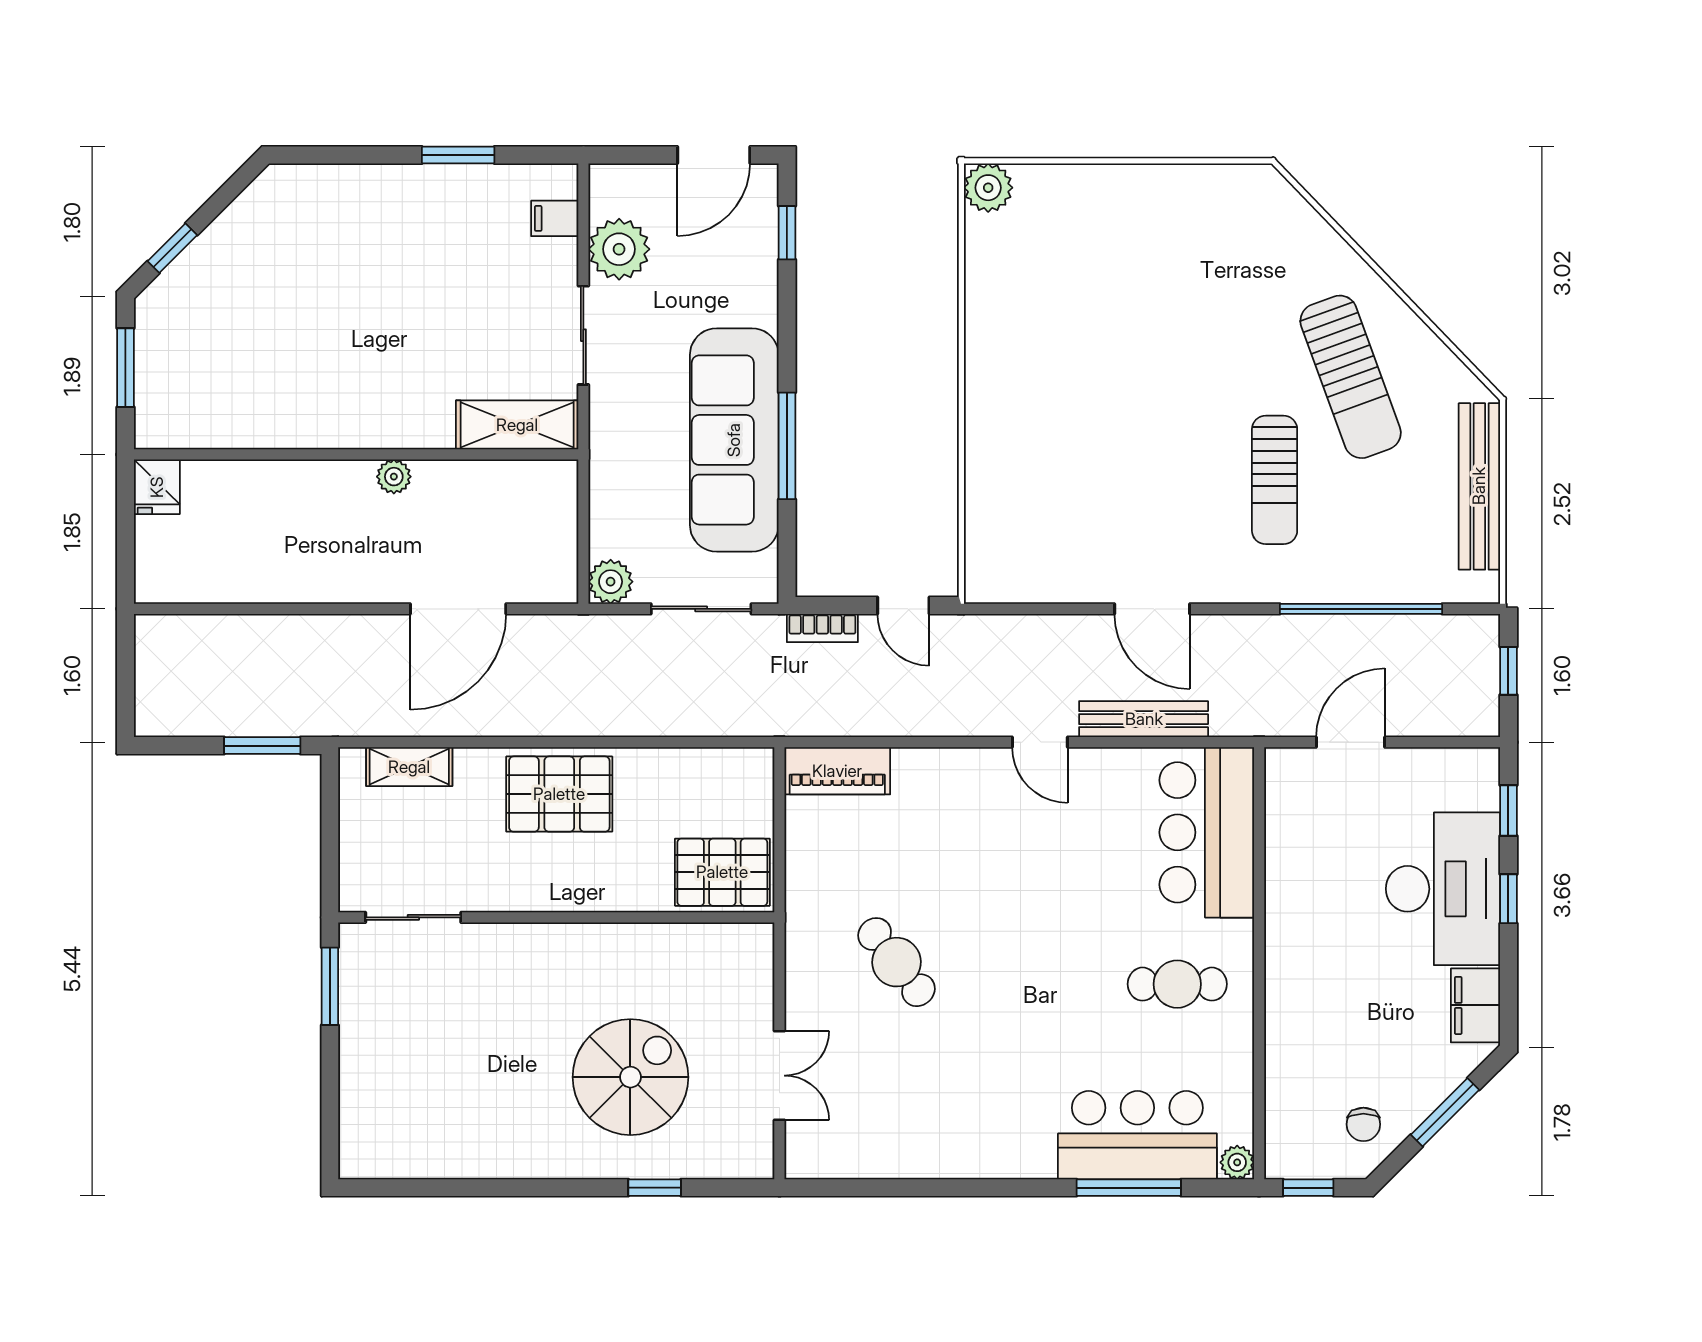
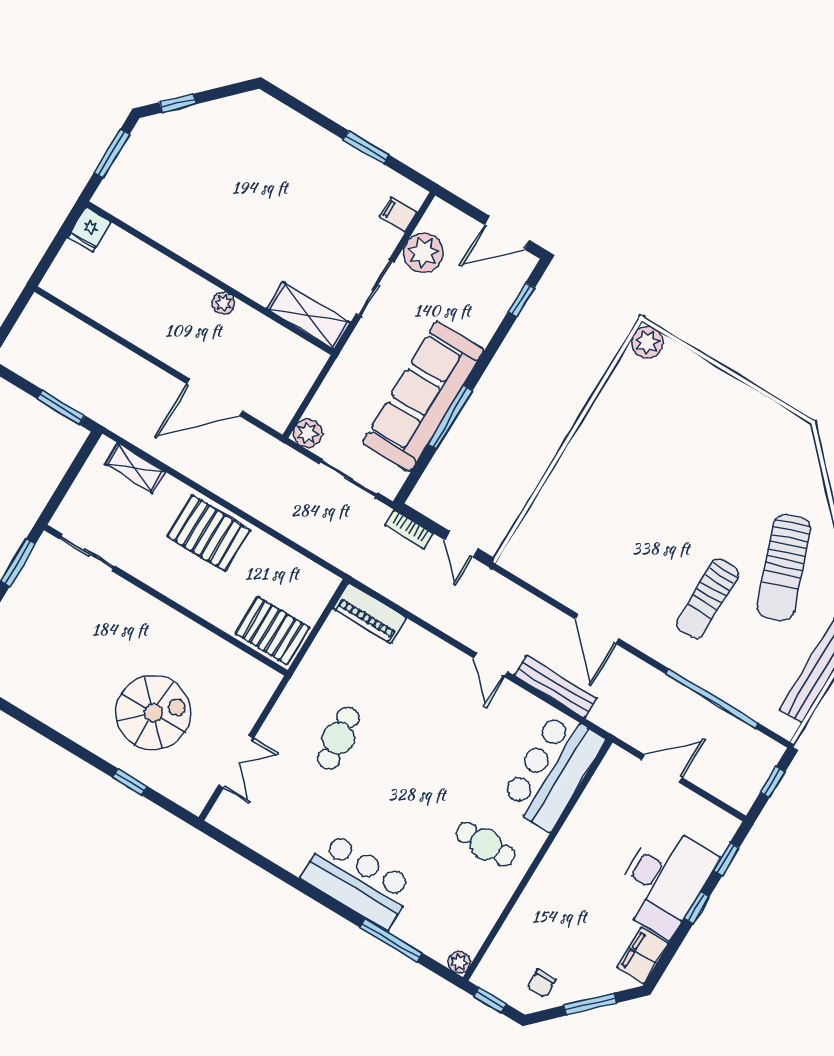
cafe table: (897, 962) -> (338, 738), turned 32
bar counter: (1137, 1135) -> (358, 881), moved

